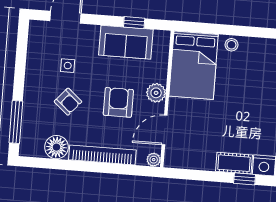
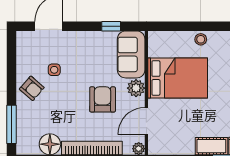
sofa: (126, 42) -> (131, 54), moved, turned 90
bed: (194, 65) -> (178, 78), moved, turned -90
armchair: (68, 102) -> (32, 88), moved

